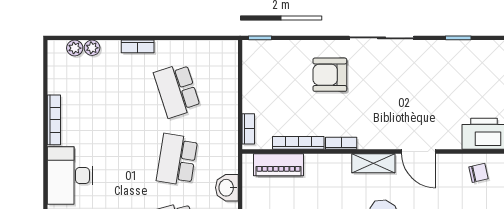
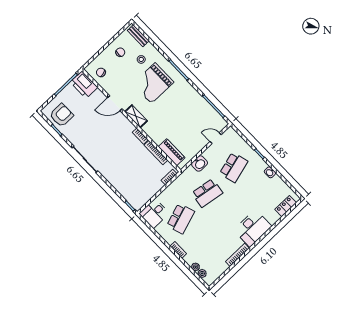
desk: (218, 61) -> (154, 213), added
armchair: (330, 75) -> (61, 115), moved, turned -90
door: (419, 152) -> (115, 103), swing flipped

